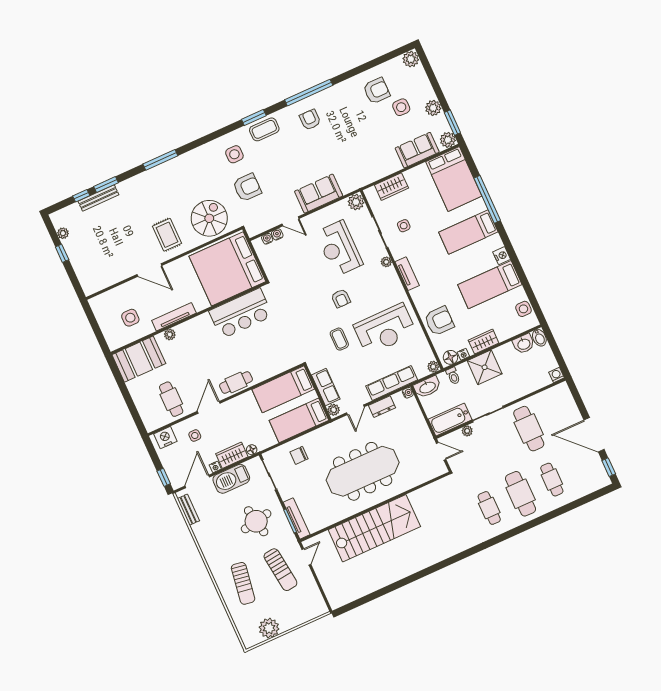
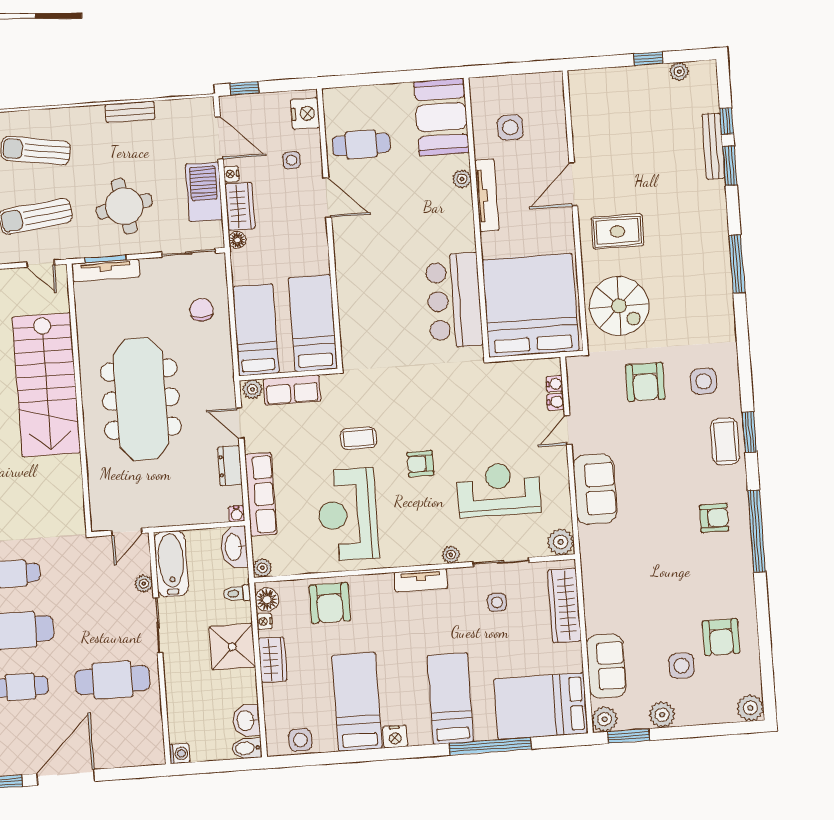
wardrobe: (391, 187) -> (564, 606), width x1.50
cafe table: (236, 382) -> (350, 254), removed
bench: (188, 510) -> (130, 112), moved

